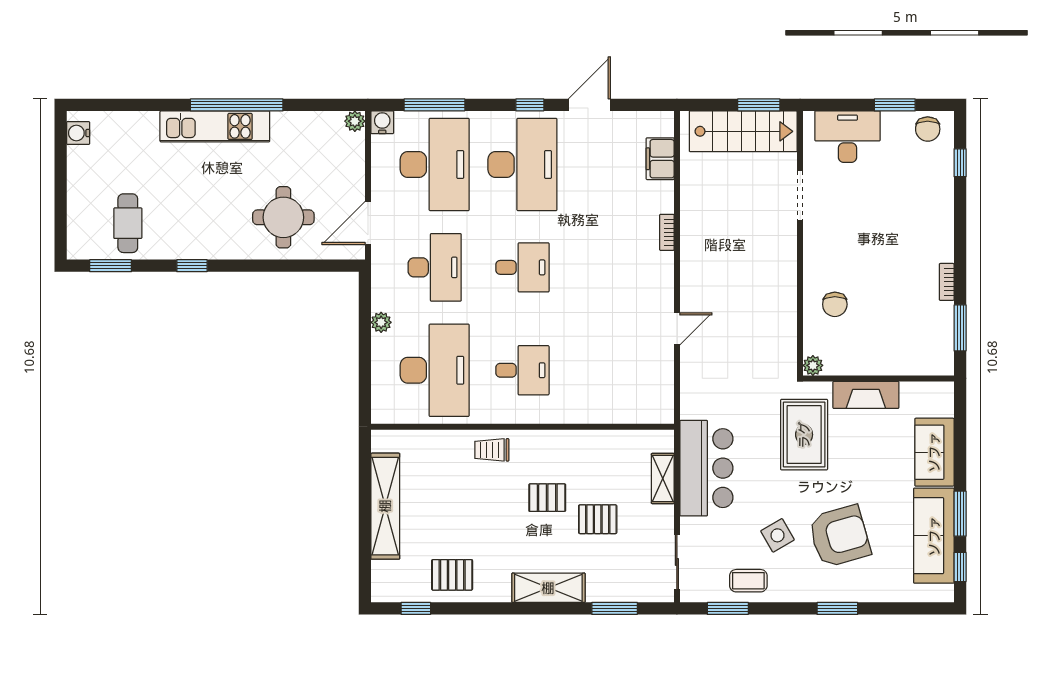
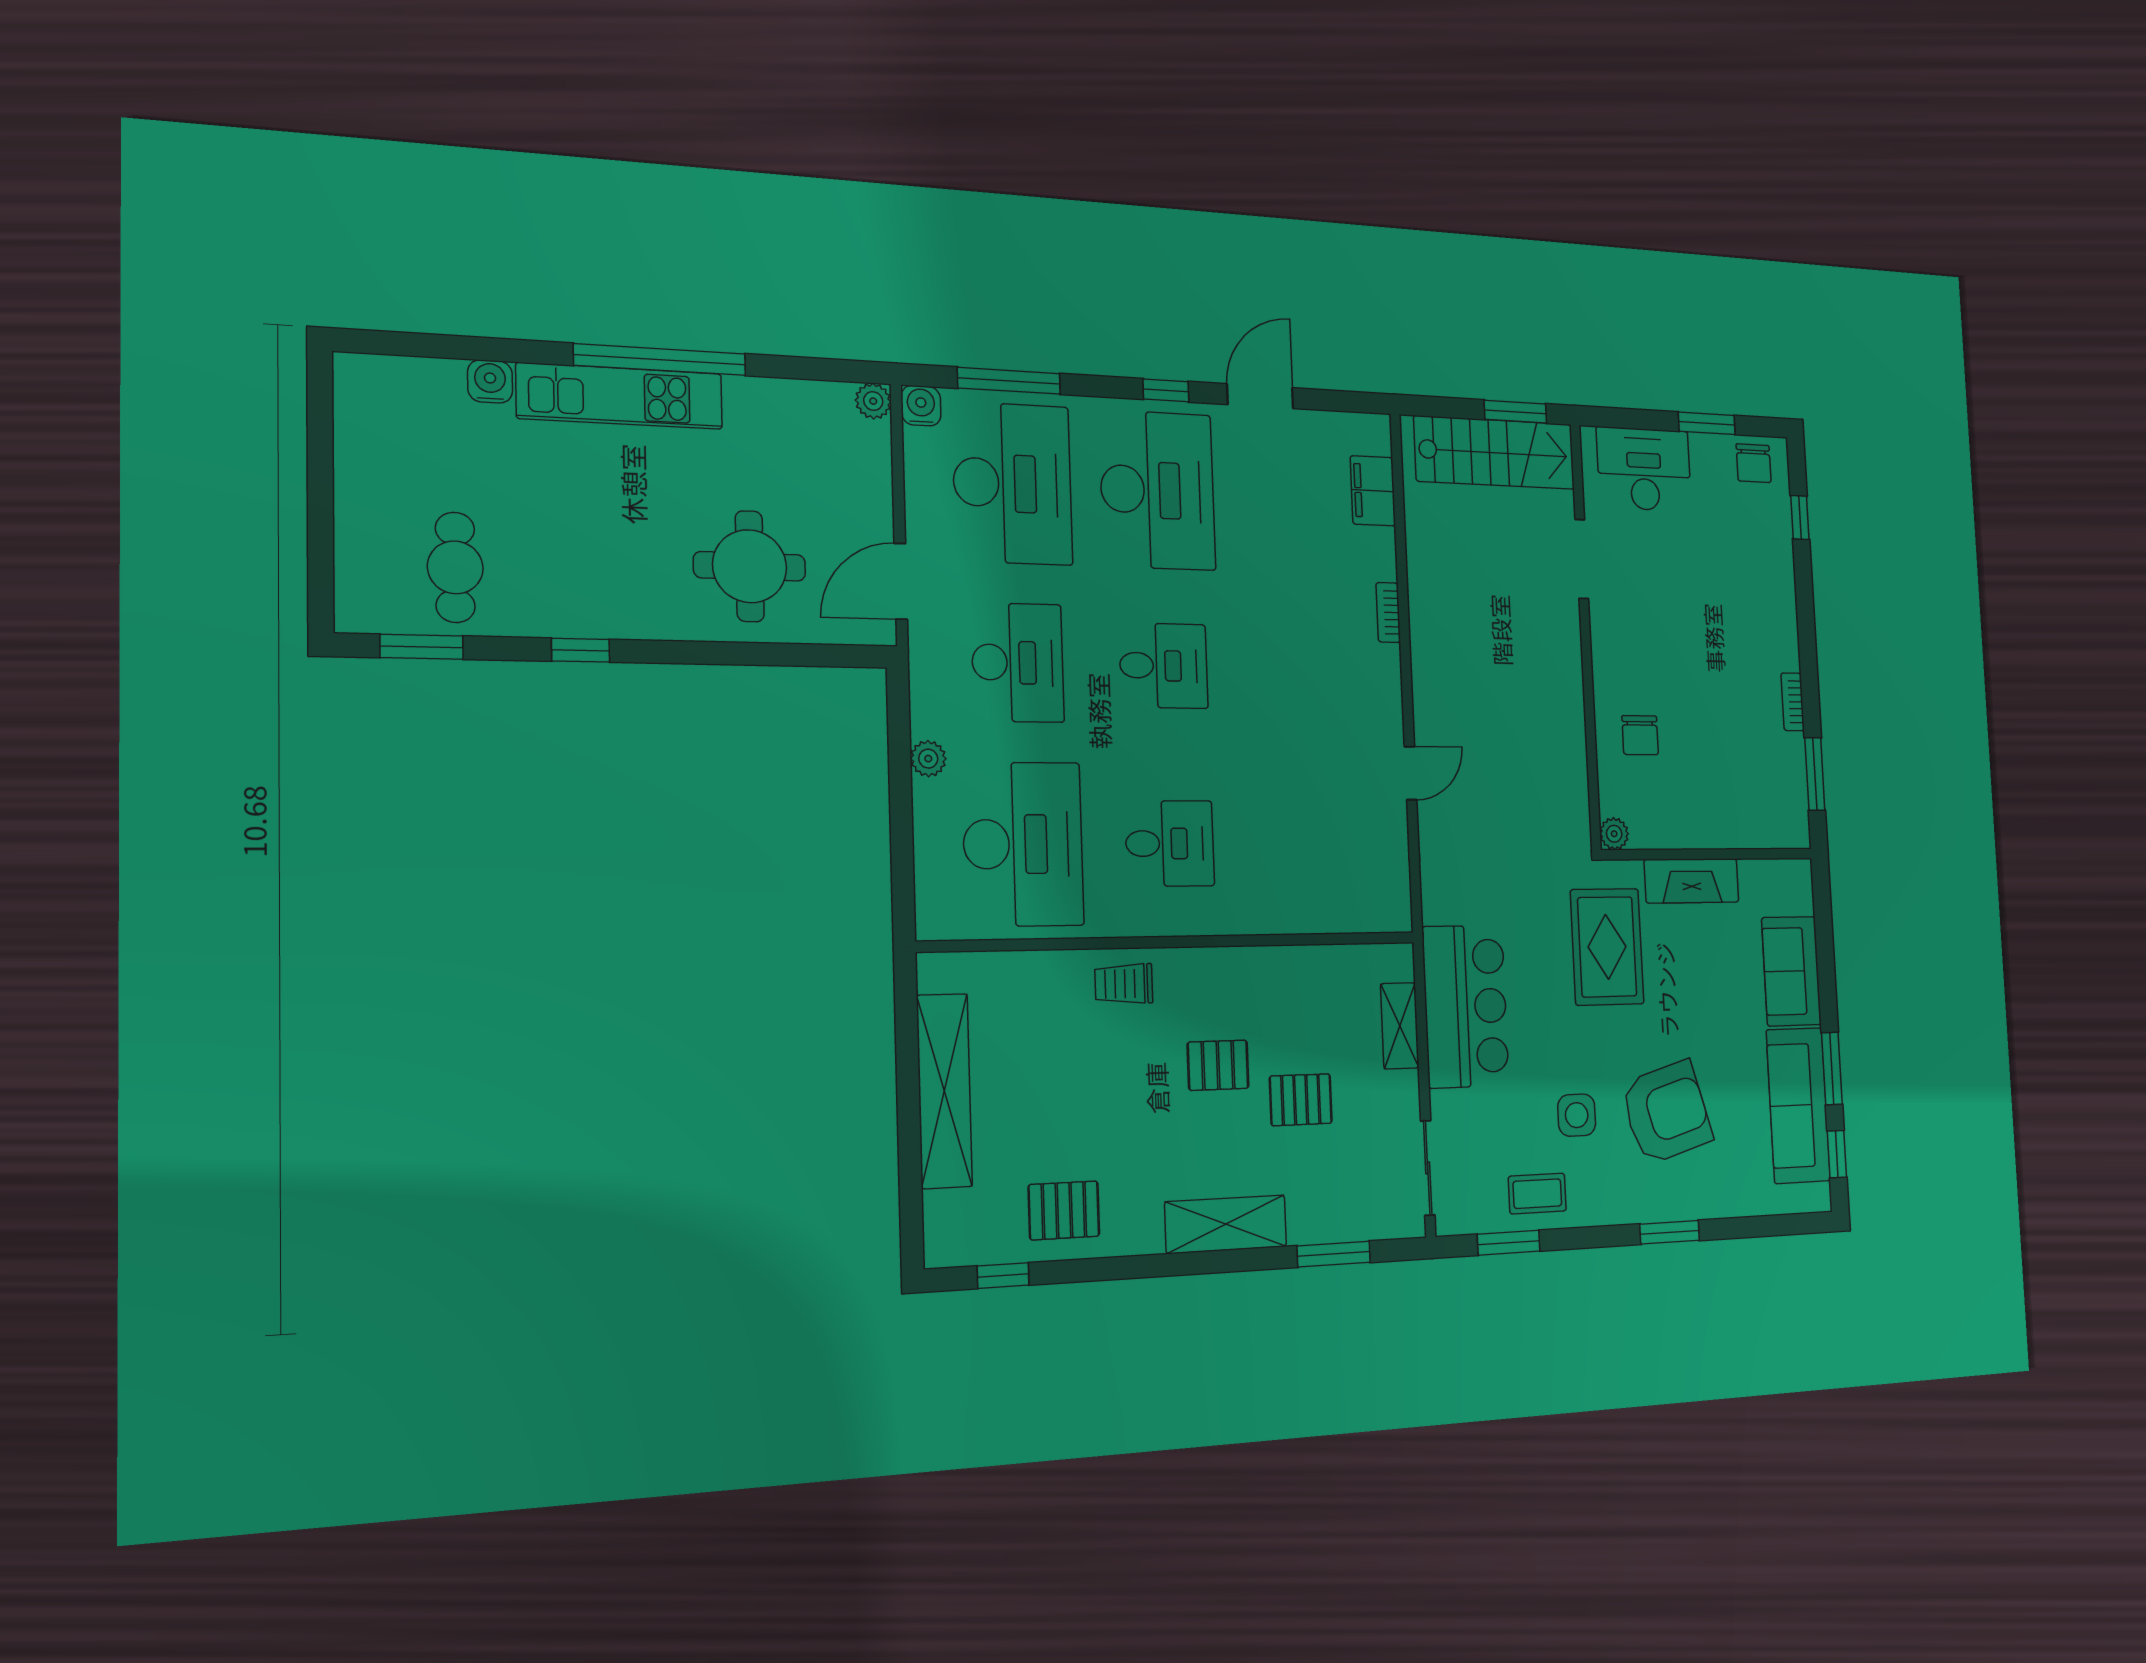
water cooler: (78, 133) -> (490, 381), moved, turned 90
side table: (777, 535) -> (1577, 1115), turned 30

